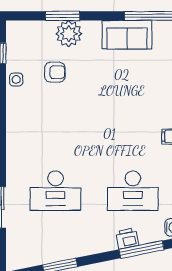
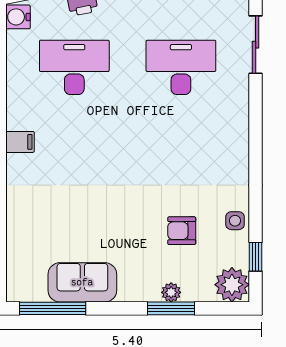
plant: (18, 33) -> (232, 285), added
plant: (69, 34) -> (171, 292), width x0.53, depth x0.53

